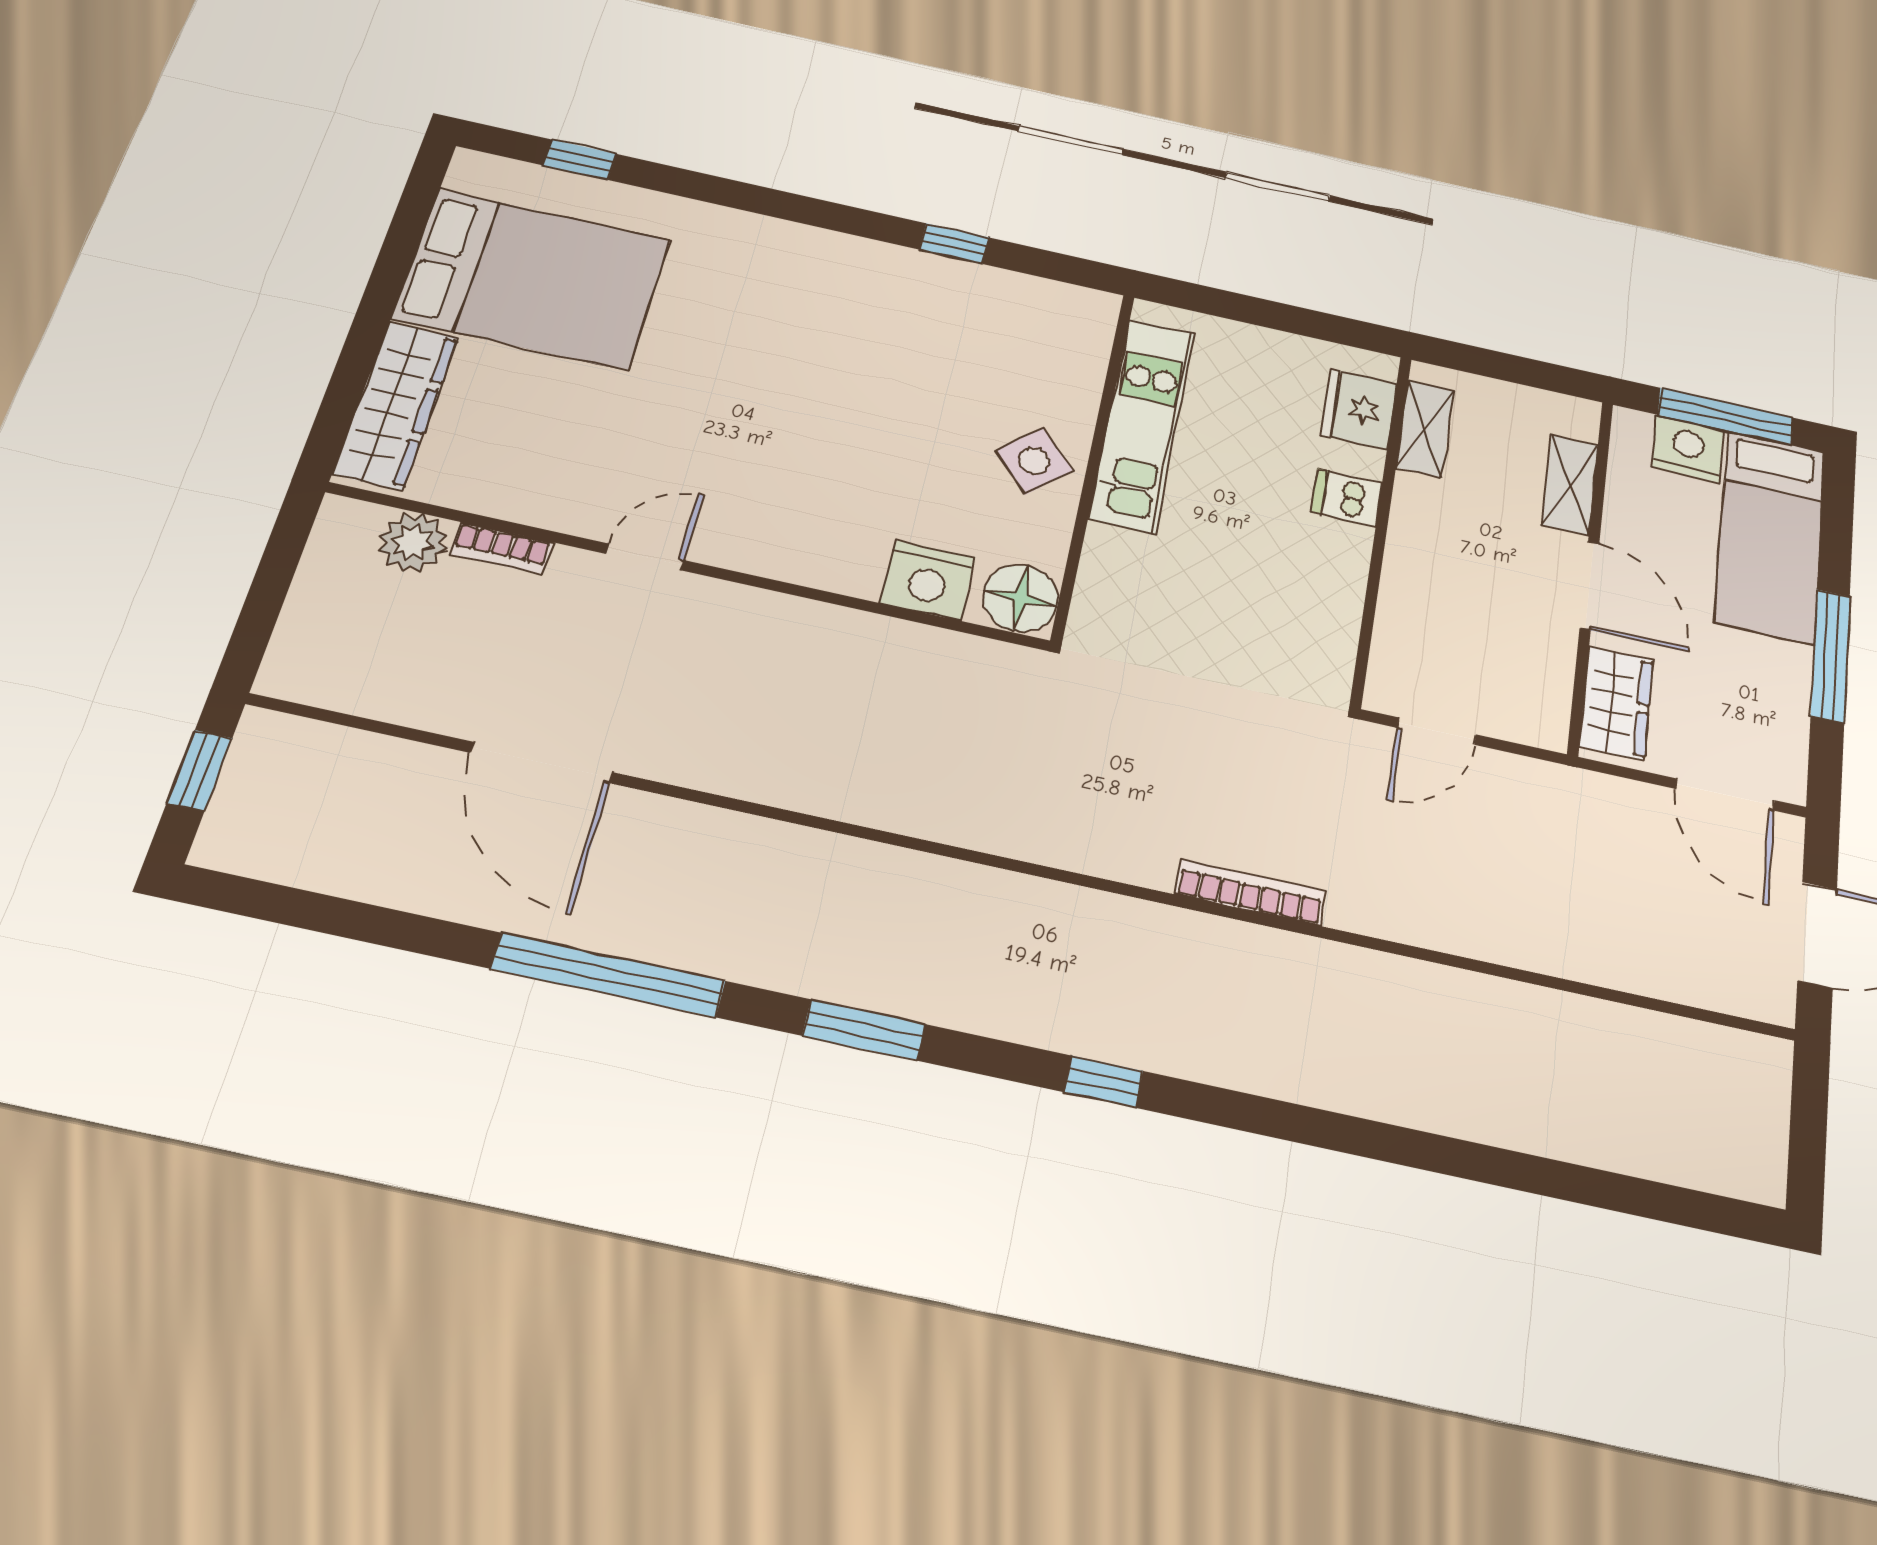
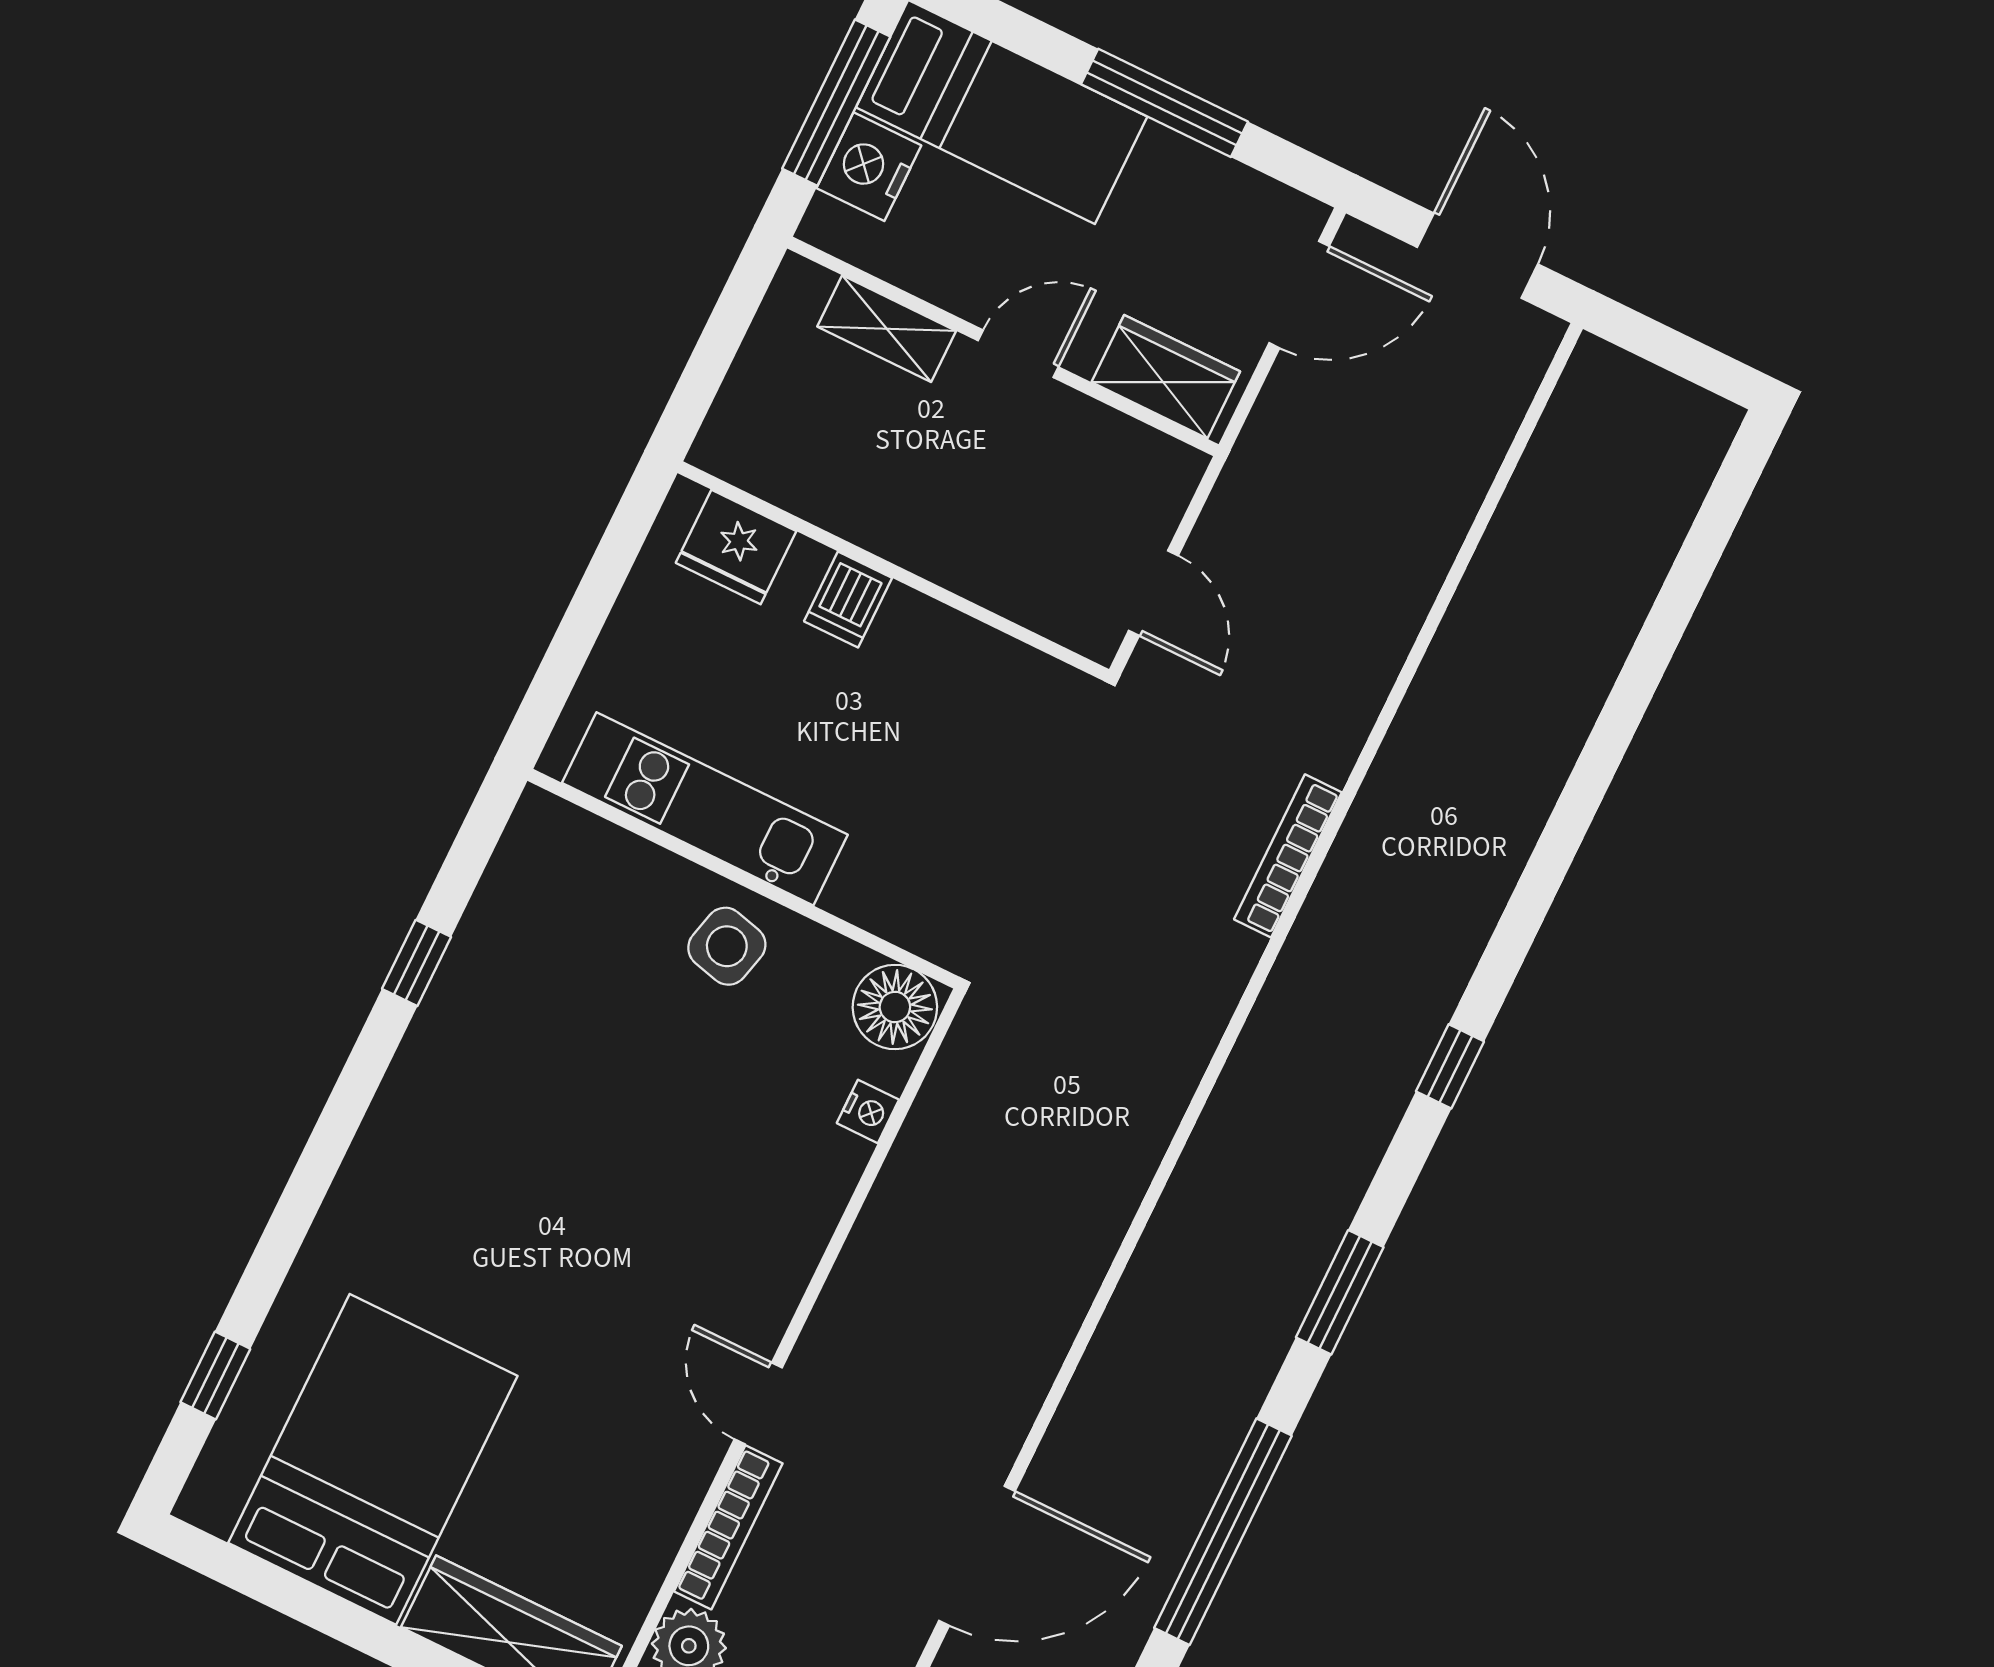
shelving: (1425, 429) -> (778, 477), removed
side table: (1034, 461) -> (727, 946), turned -33
bookcase: (501, 548) -> (728, 1527), width x1.56
nightstand: (928, 580) -> (868, 1111), width x0.53, depth x0.56
door: (1589, 586) -> (1018, 354), width x0.73

